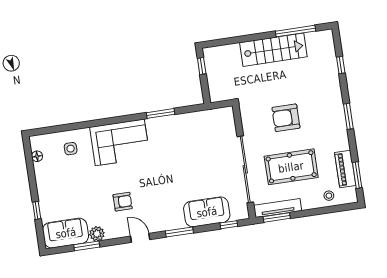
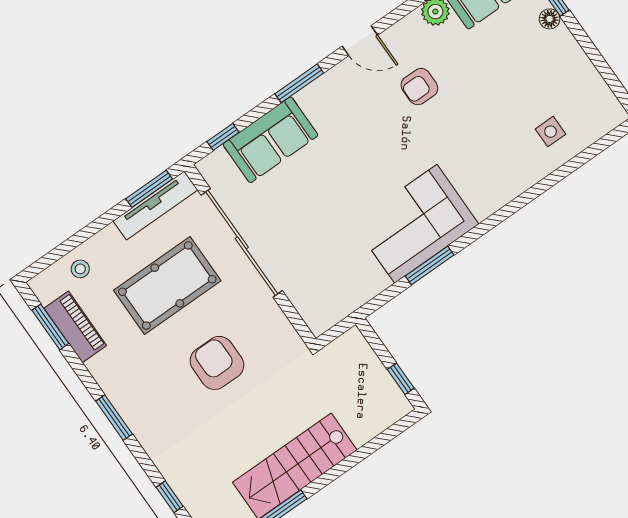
armchair: (286, 118) -> (217, 363), turned -90
corner sofa: (120, 142) -> (416, 224), moved
floor lamp: (37, 156) -> (550, 19), moved

